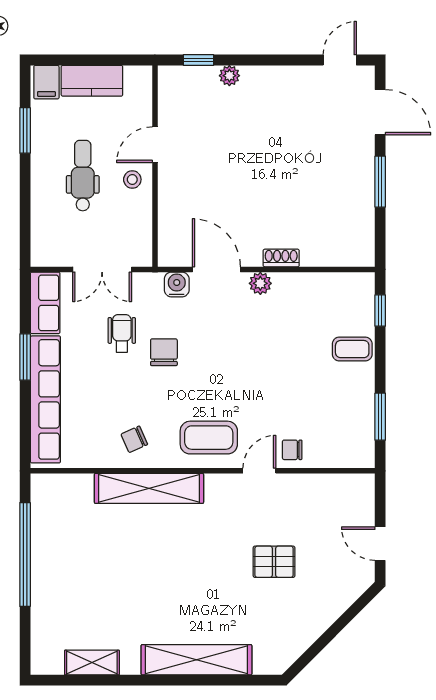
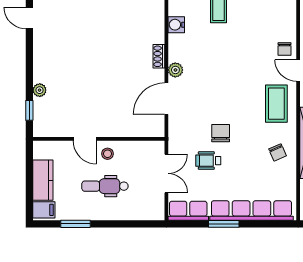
water cooler: (177, 284) -> (176, 25), moved
chair: (164, 352) -> (221, 133), turned 90

